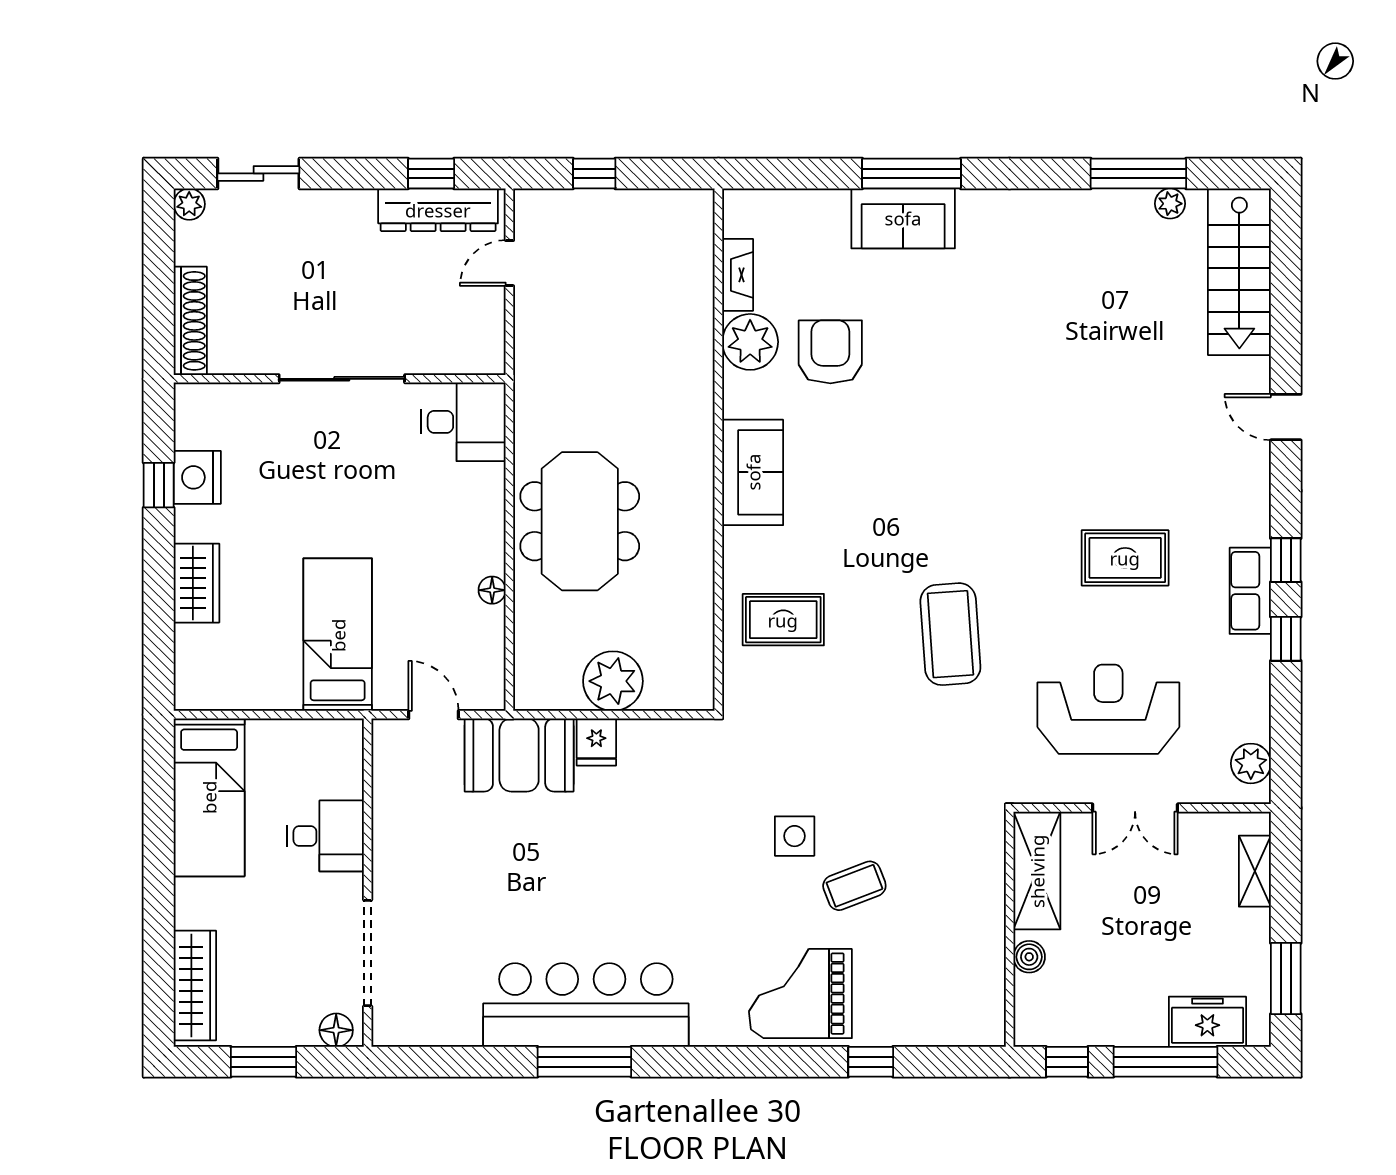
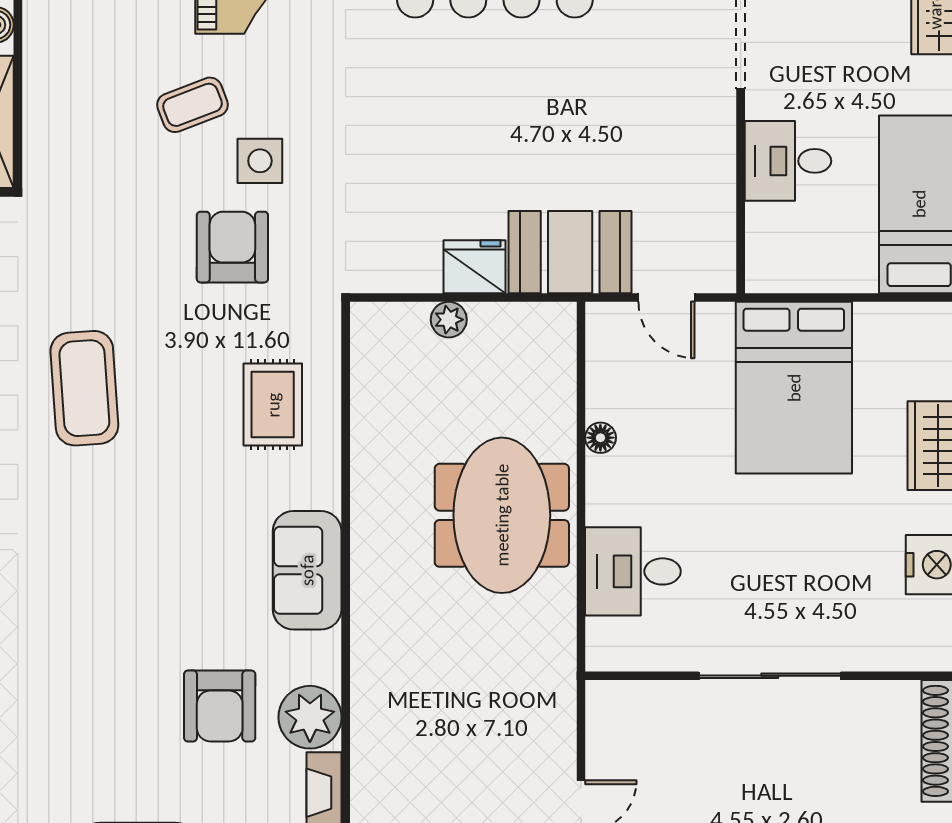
desk: (463, 422) -> (633, 571), moved
rug: (783, 620) -> (273, 405), turned 90
bed: (338, 635) -> (794, 388), width x1.50
plant: (613, 681) -> (449, 320), width x0.53, depth x0.53
fridge: (596, 742) -> (475, 267), width x1.38
armchair: (819, 759) -> (232, 247), added

